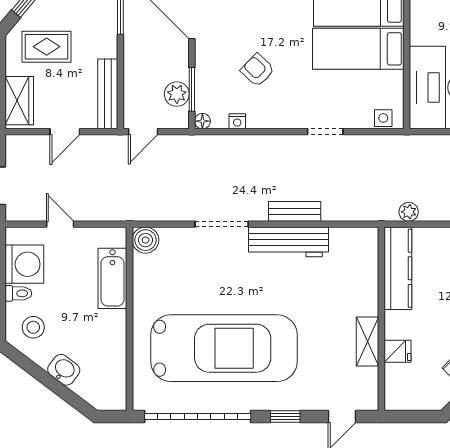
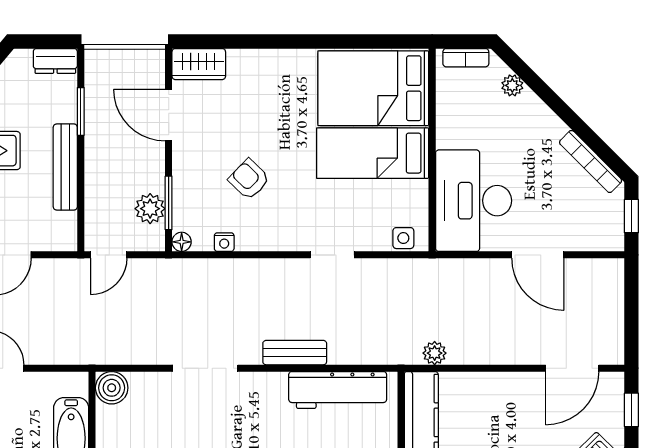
bench: (108, 94) -> (65, 167), moved
workbench: (288, 242) -> (338, 390), moved

